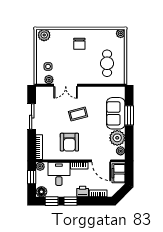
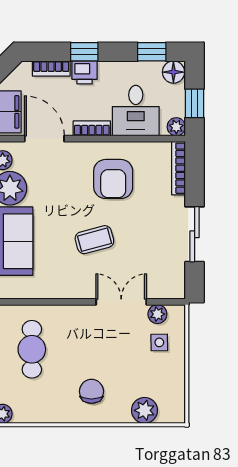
plant: (44, 35) -> (145, 410), moved
armchair: (69, 142) -> (113, 179), turned 180
window: (70, 201) -> (84, 52), moved

